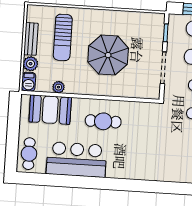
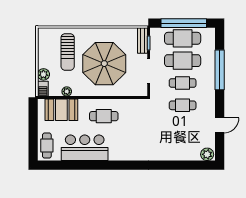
bench: (31, 39) -> (142, 40), moved
parasol: (108, 55) -> (104, 64), width x1.36, depth x1.36

